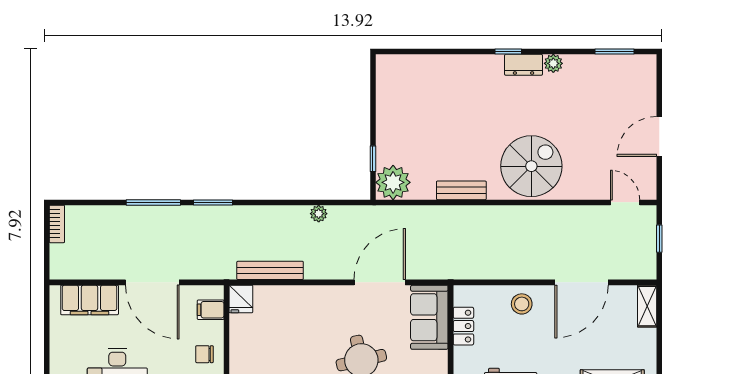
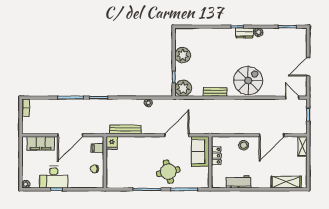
plant: (392, 112) -> (183, 55), added
door: (152, 282) -> (70, 135), hinge flipped

